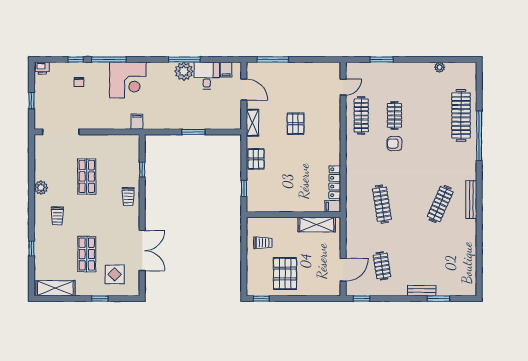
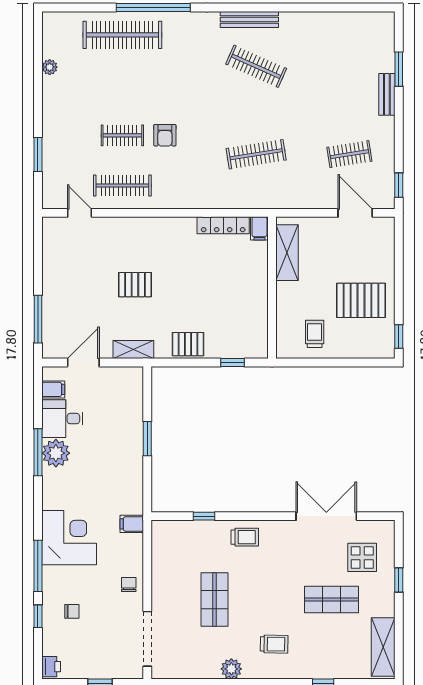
chair: (97, 120) -> (129, 584), added
shop shelf: (87, 176) -> (214, 600), turned 90

